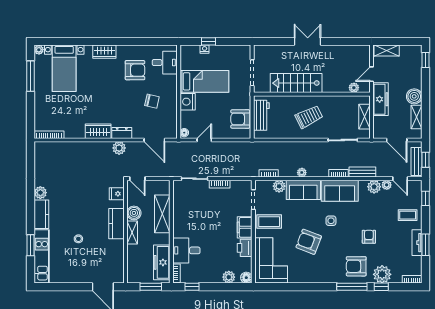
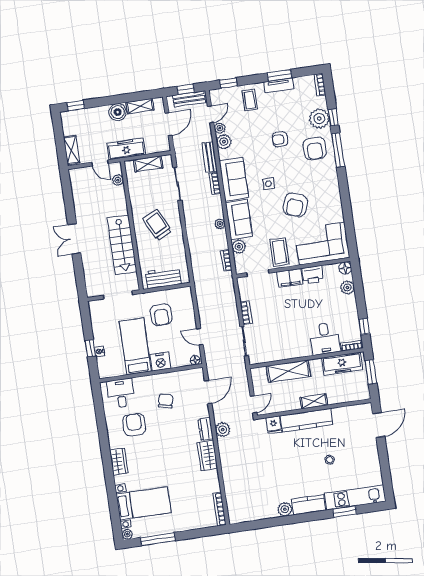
armchair: (240, 119) -> (161, 315), moved
boiler: (134, 213) -> (292, 403), removed
kitchen counter: (117, 224) -> (307, 420), width x1.50

